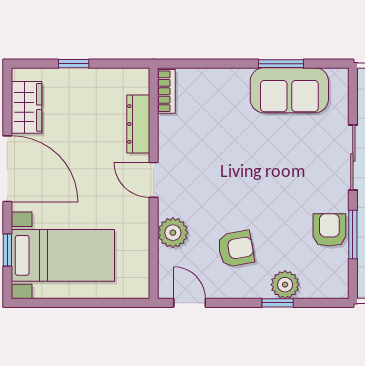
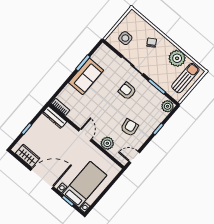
sofa: (289, 90) -> (86, 76), moved
dresser: (138, 124) -> (55, 117), moved
door: (154, 180) -> (85, 135), swing flipped
armchair: (329, 230) -> (127, 91), moved
plant: (285, 285) -> (168, 106), moved

